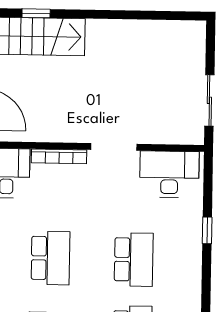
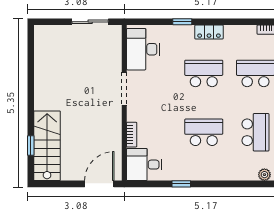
bookcase: (59, 156) -> (132, 135), width x0.64
locker: (192, 268) -> (209, 32), added

